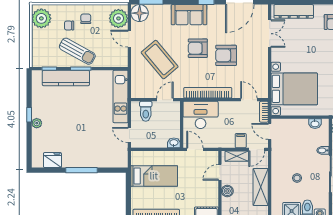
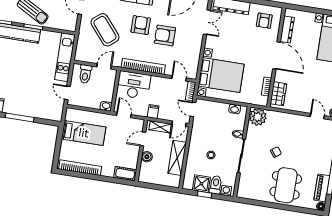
armchair: (198, 48) -> (141, 25), turned 90
filing cabinet: (241, 141) -> (153, 112), moved

